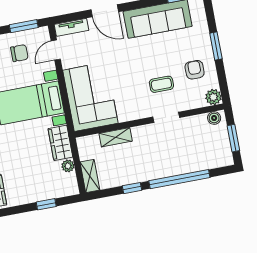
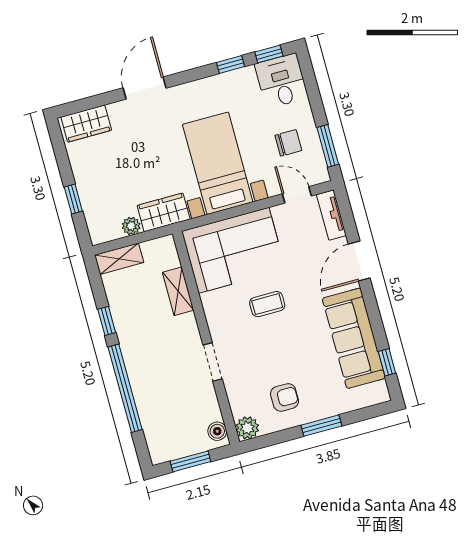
chair: (19, 53) -> (288, 143), turned -90
coffee table: (161, 84) -> (267, 304), moved, turned 90

